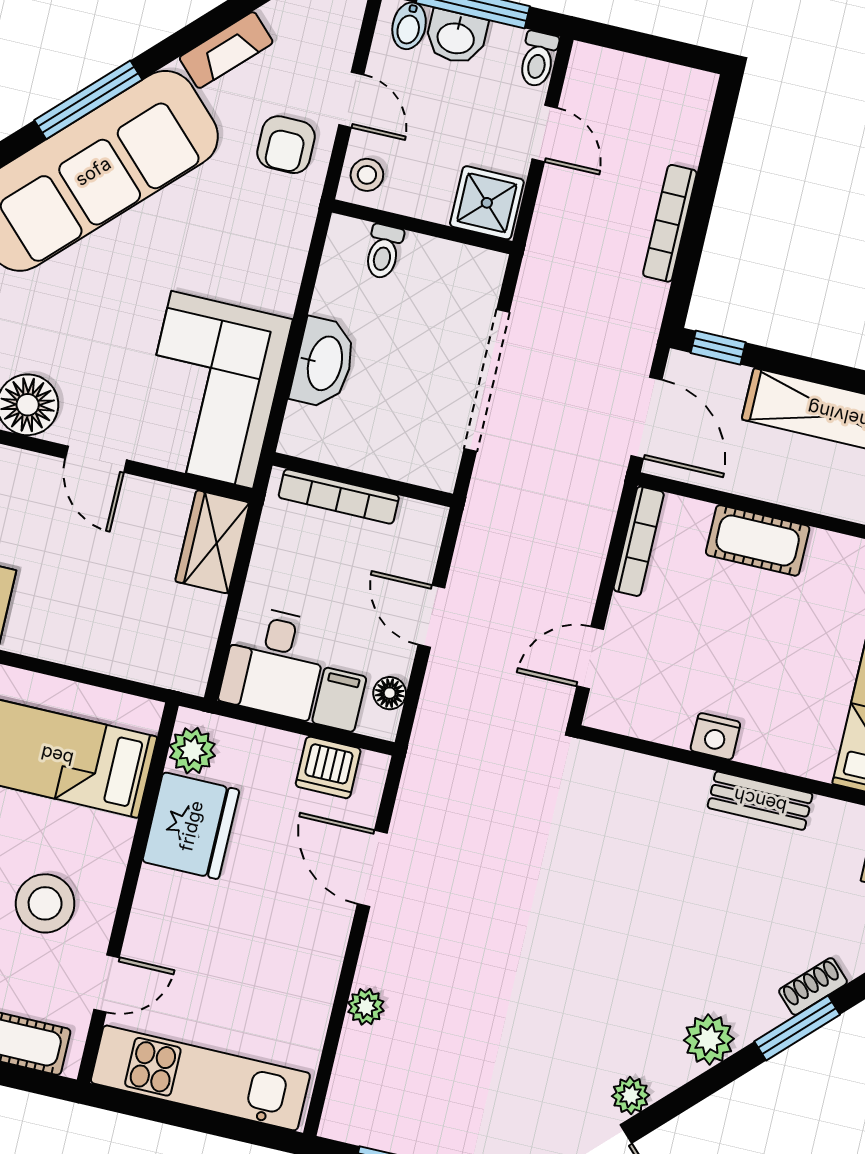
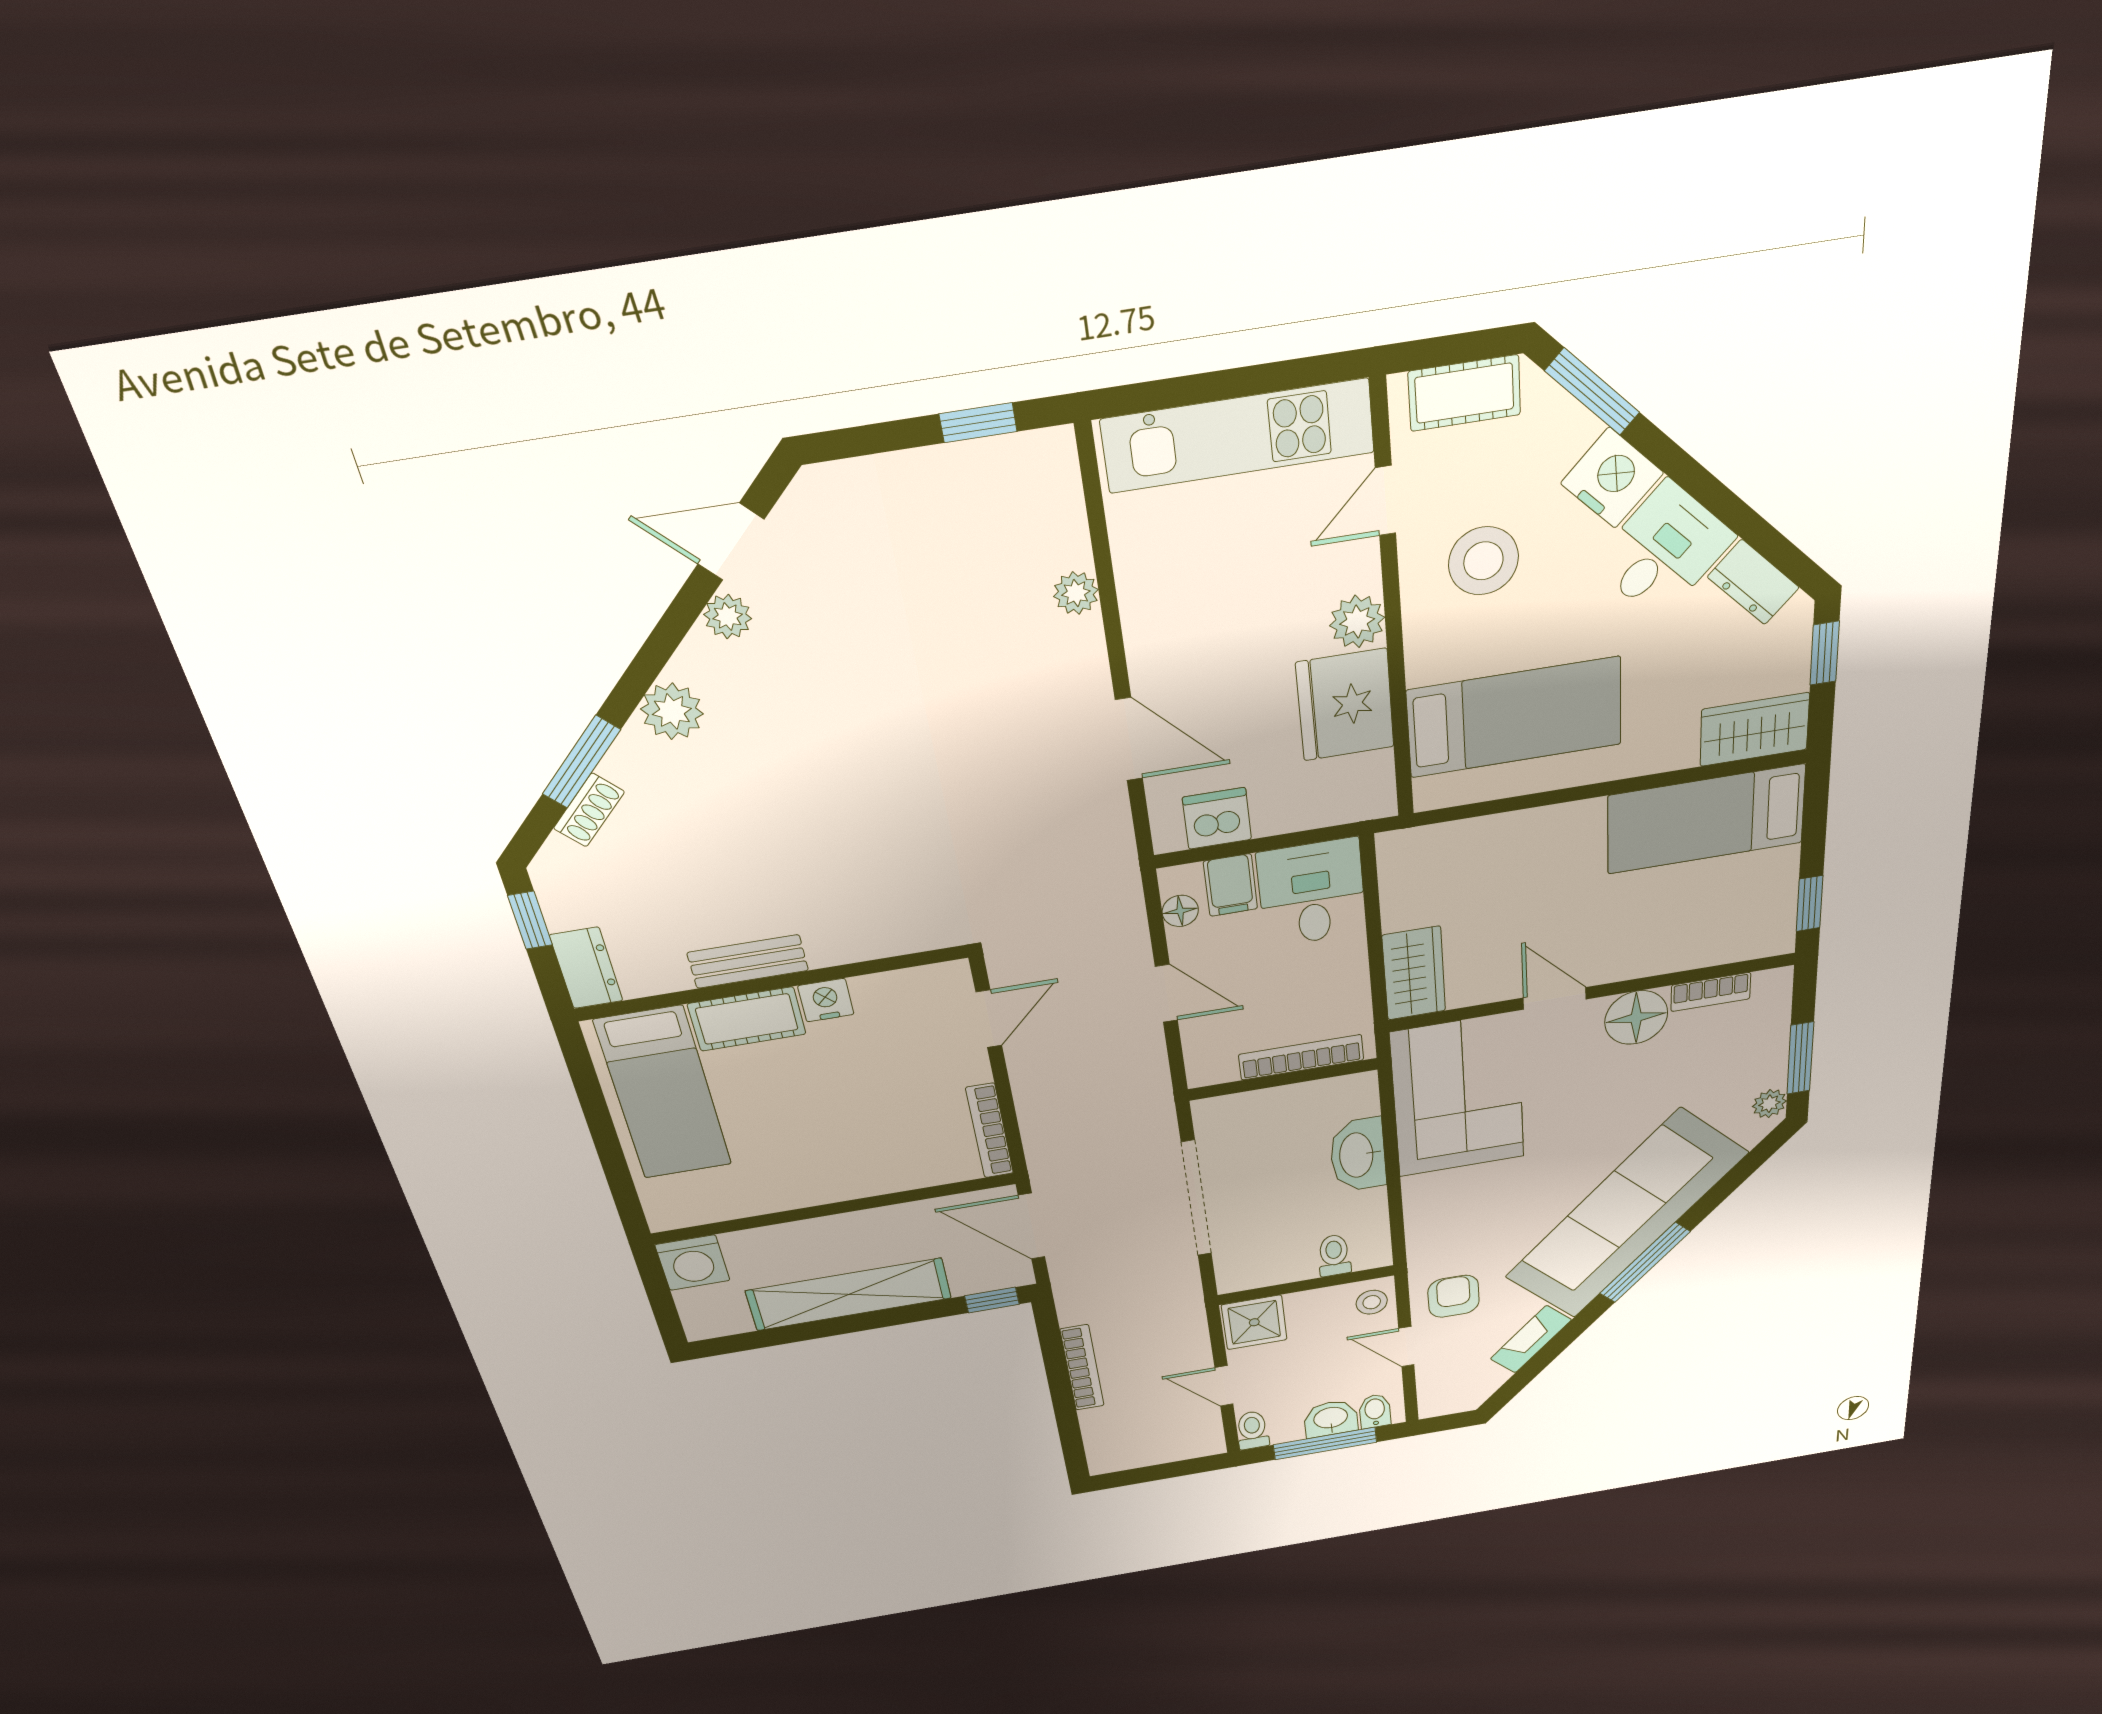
cot: (758, 540) -> (747, 1019), moved
plant: (192, 751) -> (1357, 621), moved

